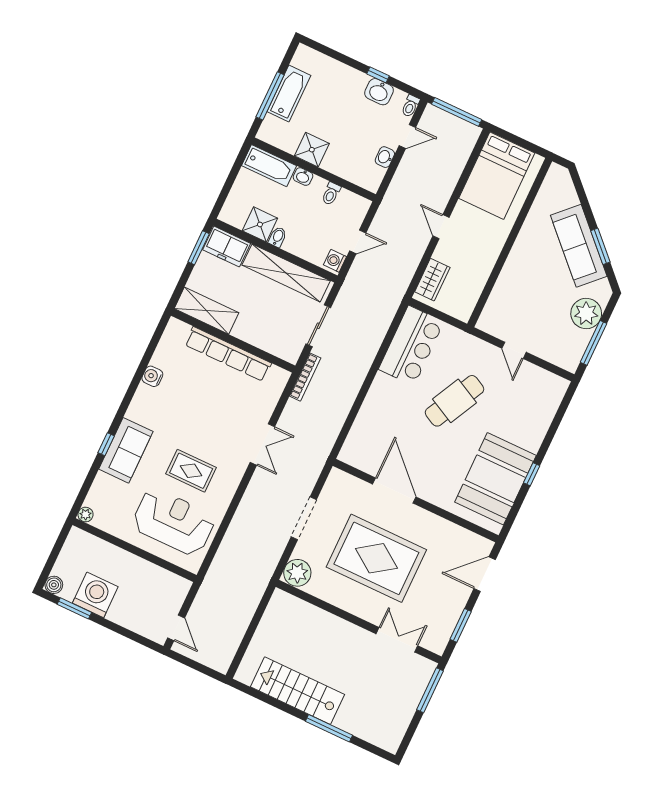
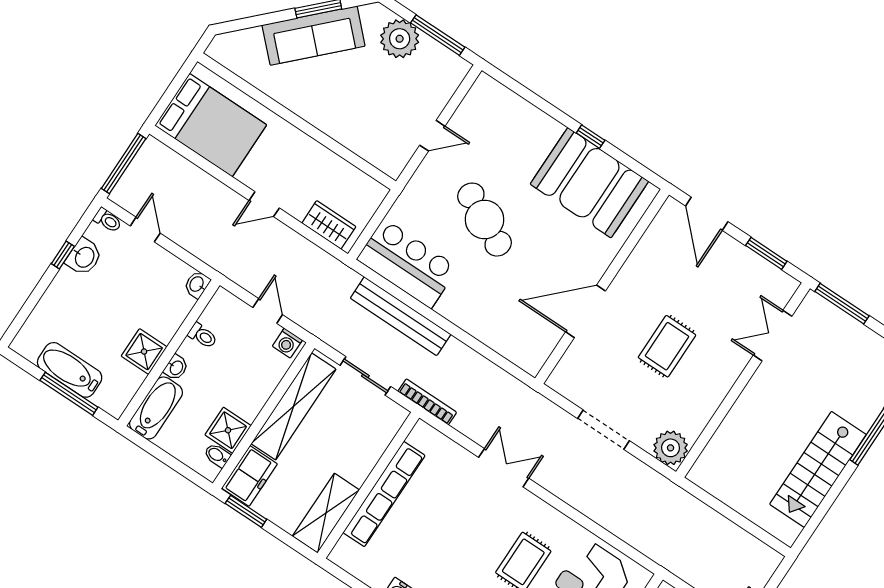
washbasin: (385, 157) -> (197, 284), moved, turned 90
bidet: (278, 237) -> (217, 455), moved
bench: (369, 346) -> (401, 316), added
rug: (376, 558) -> (667, 346), width x0.54, depth x0.49

